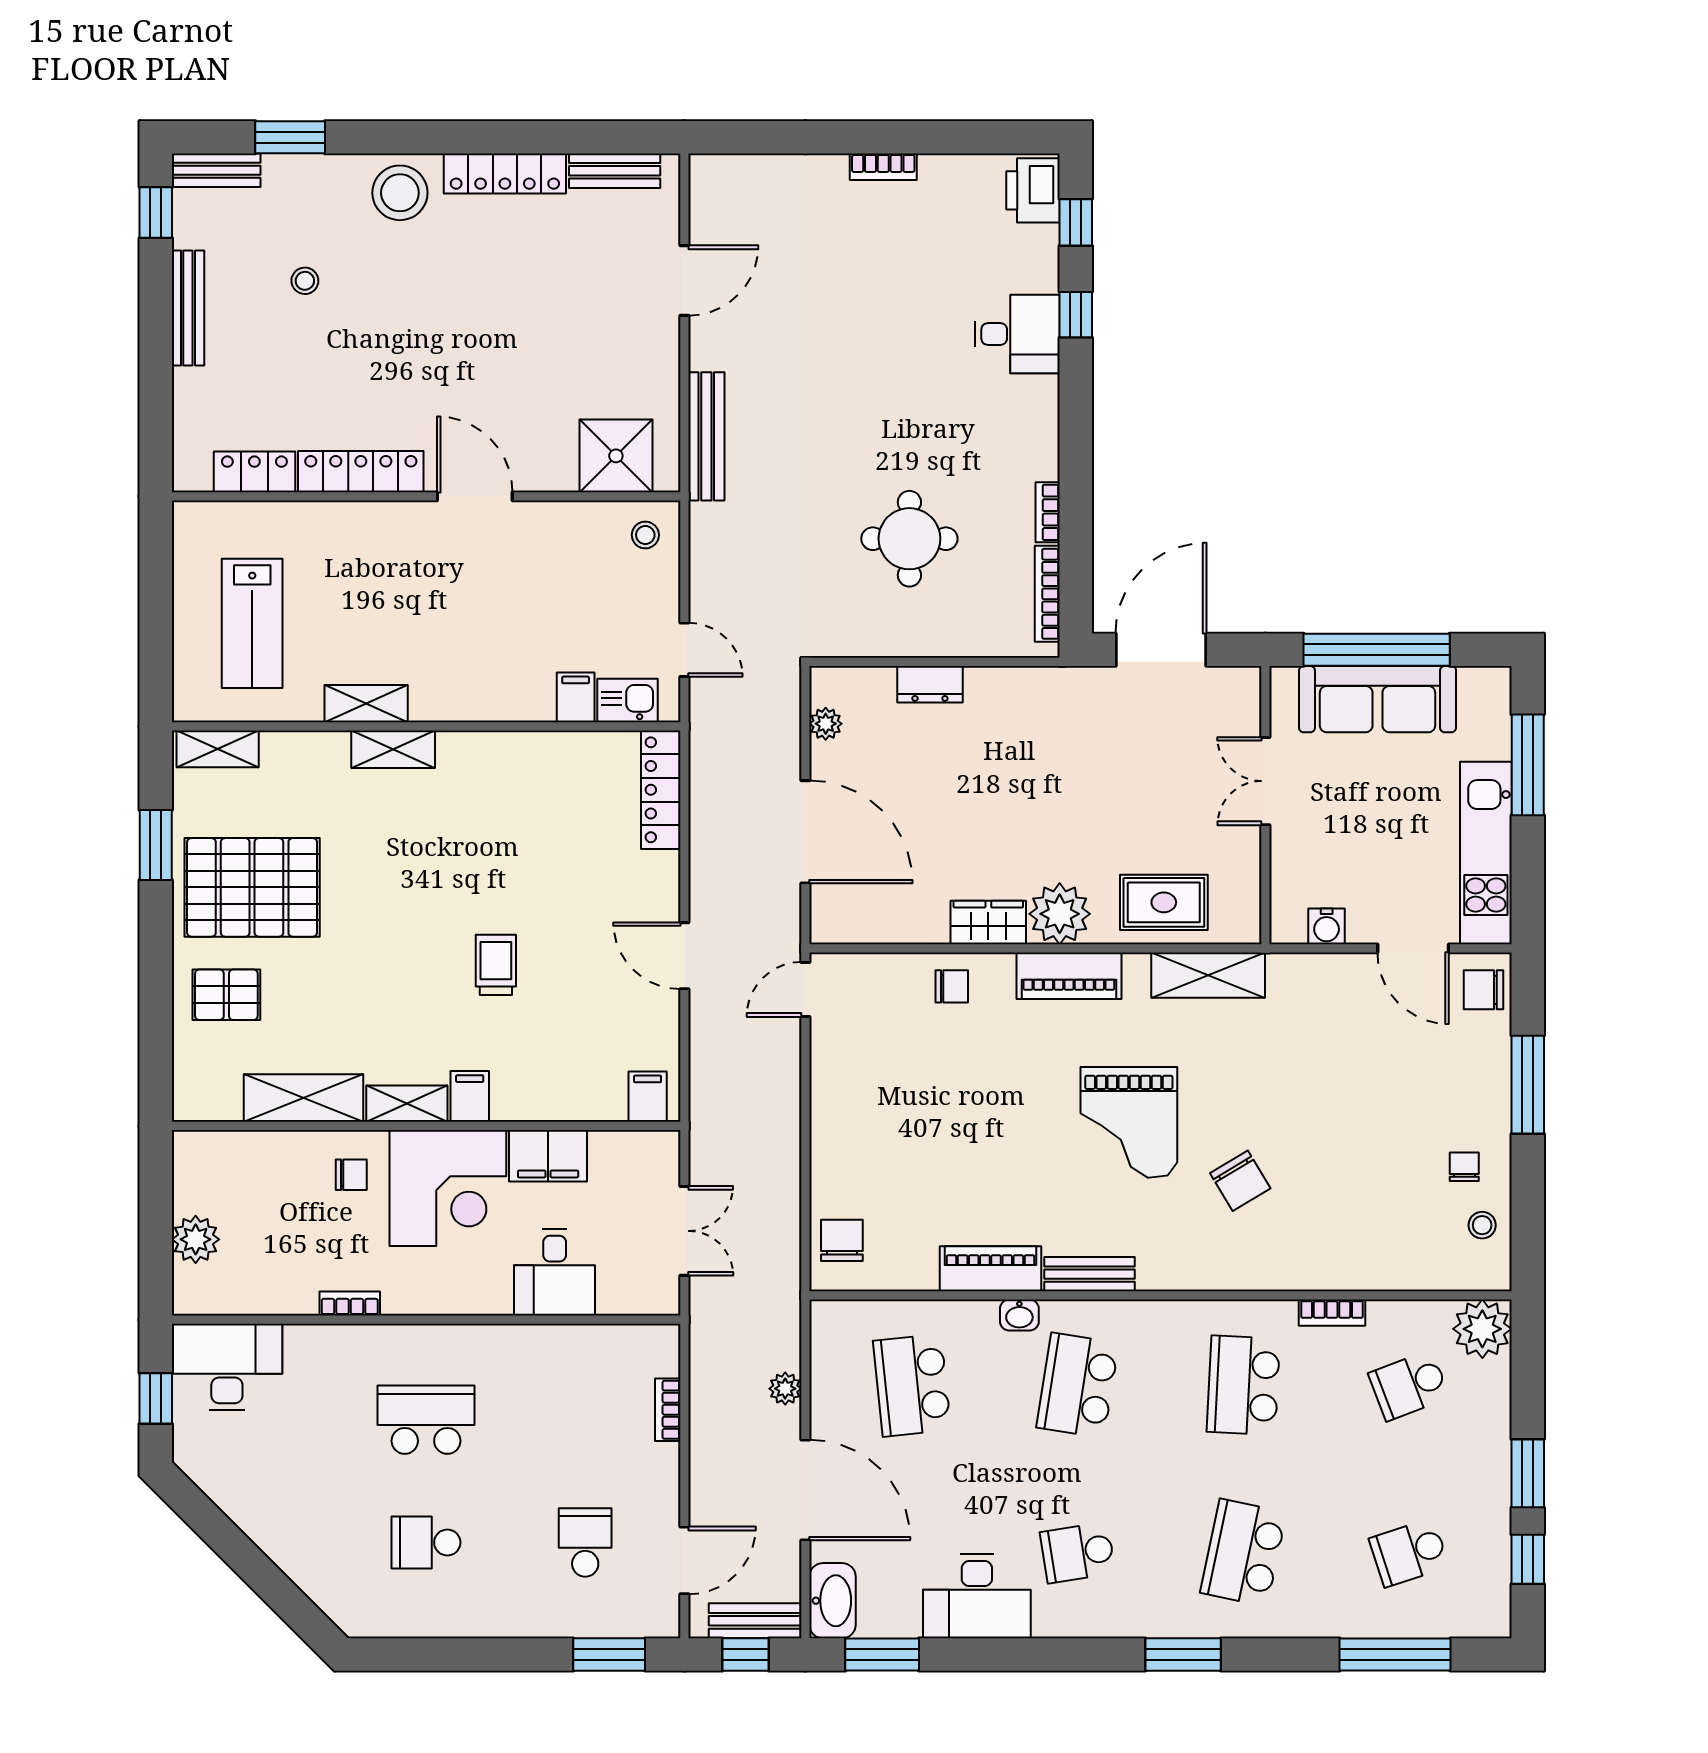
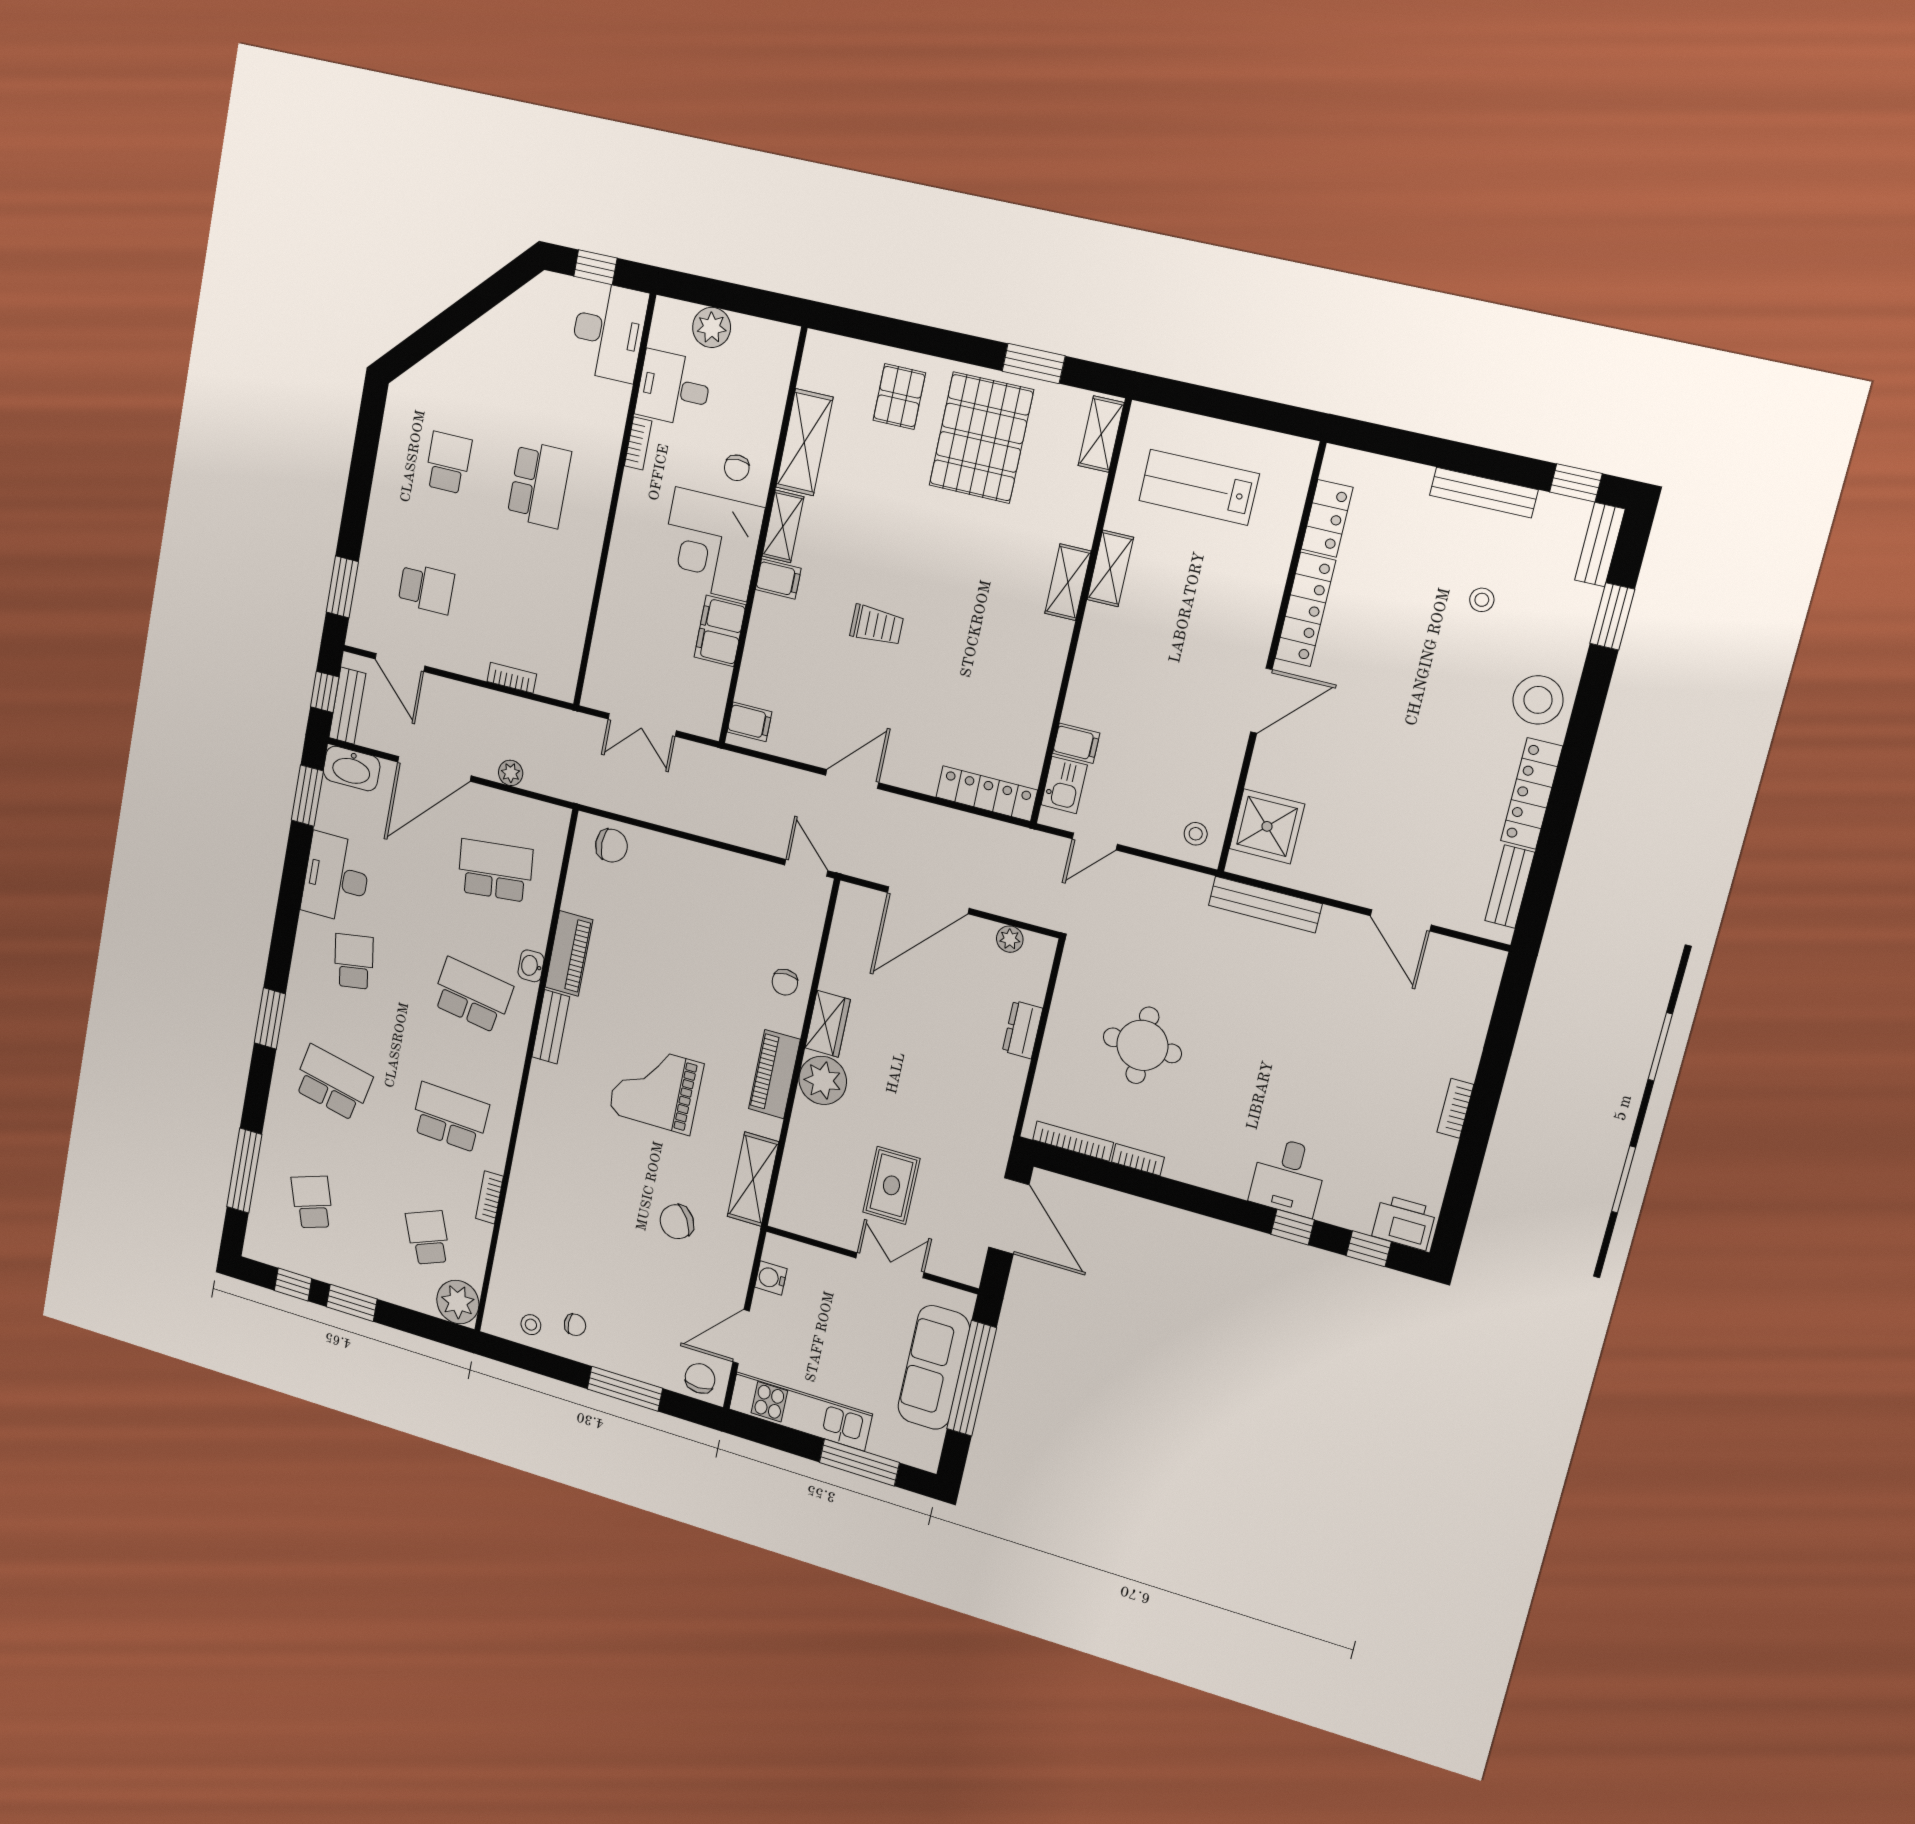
rug: (1164, 902) -> (891, 1185), moved
chair: (1240, 1181) -> (677, 1222), moved
desk: (555, 1272) -> (674, 388), moved

